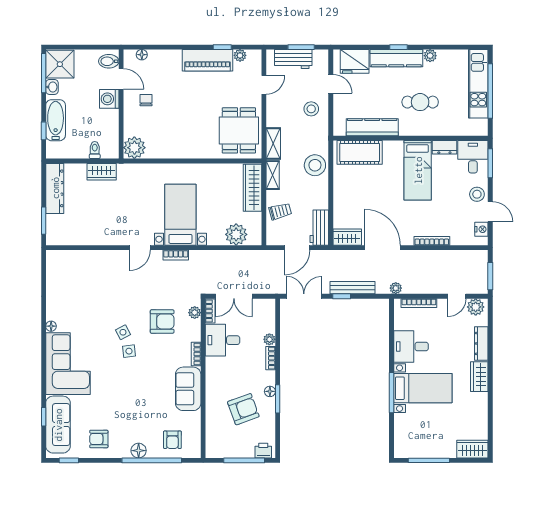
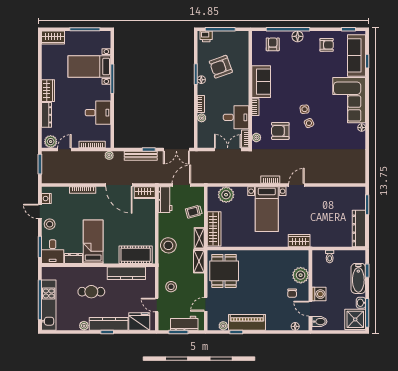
plant: (134, 148) -> (301, 275), moved
wardrobe: (102, 172) -> (299, 241), moved
bed with nightstands: (423, 388) -> (89, 67), moved

